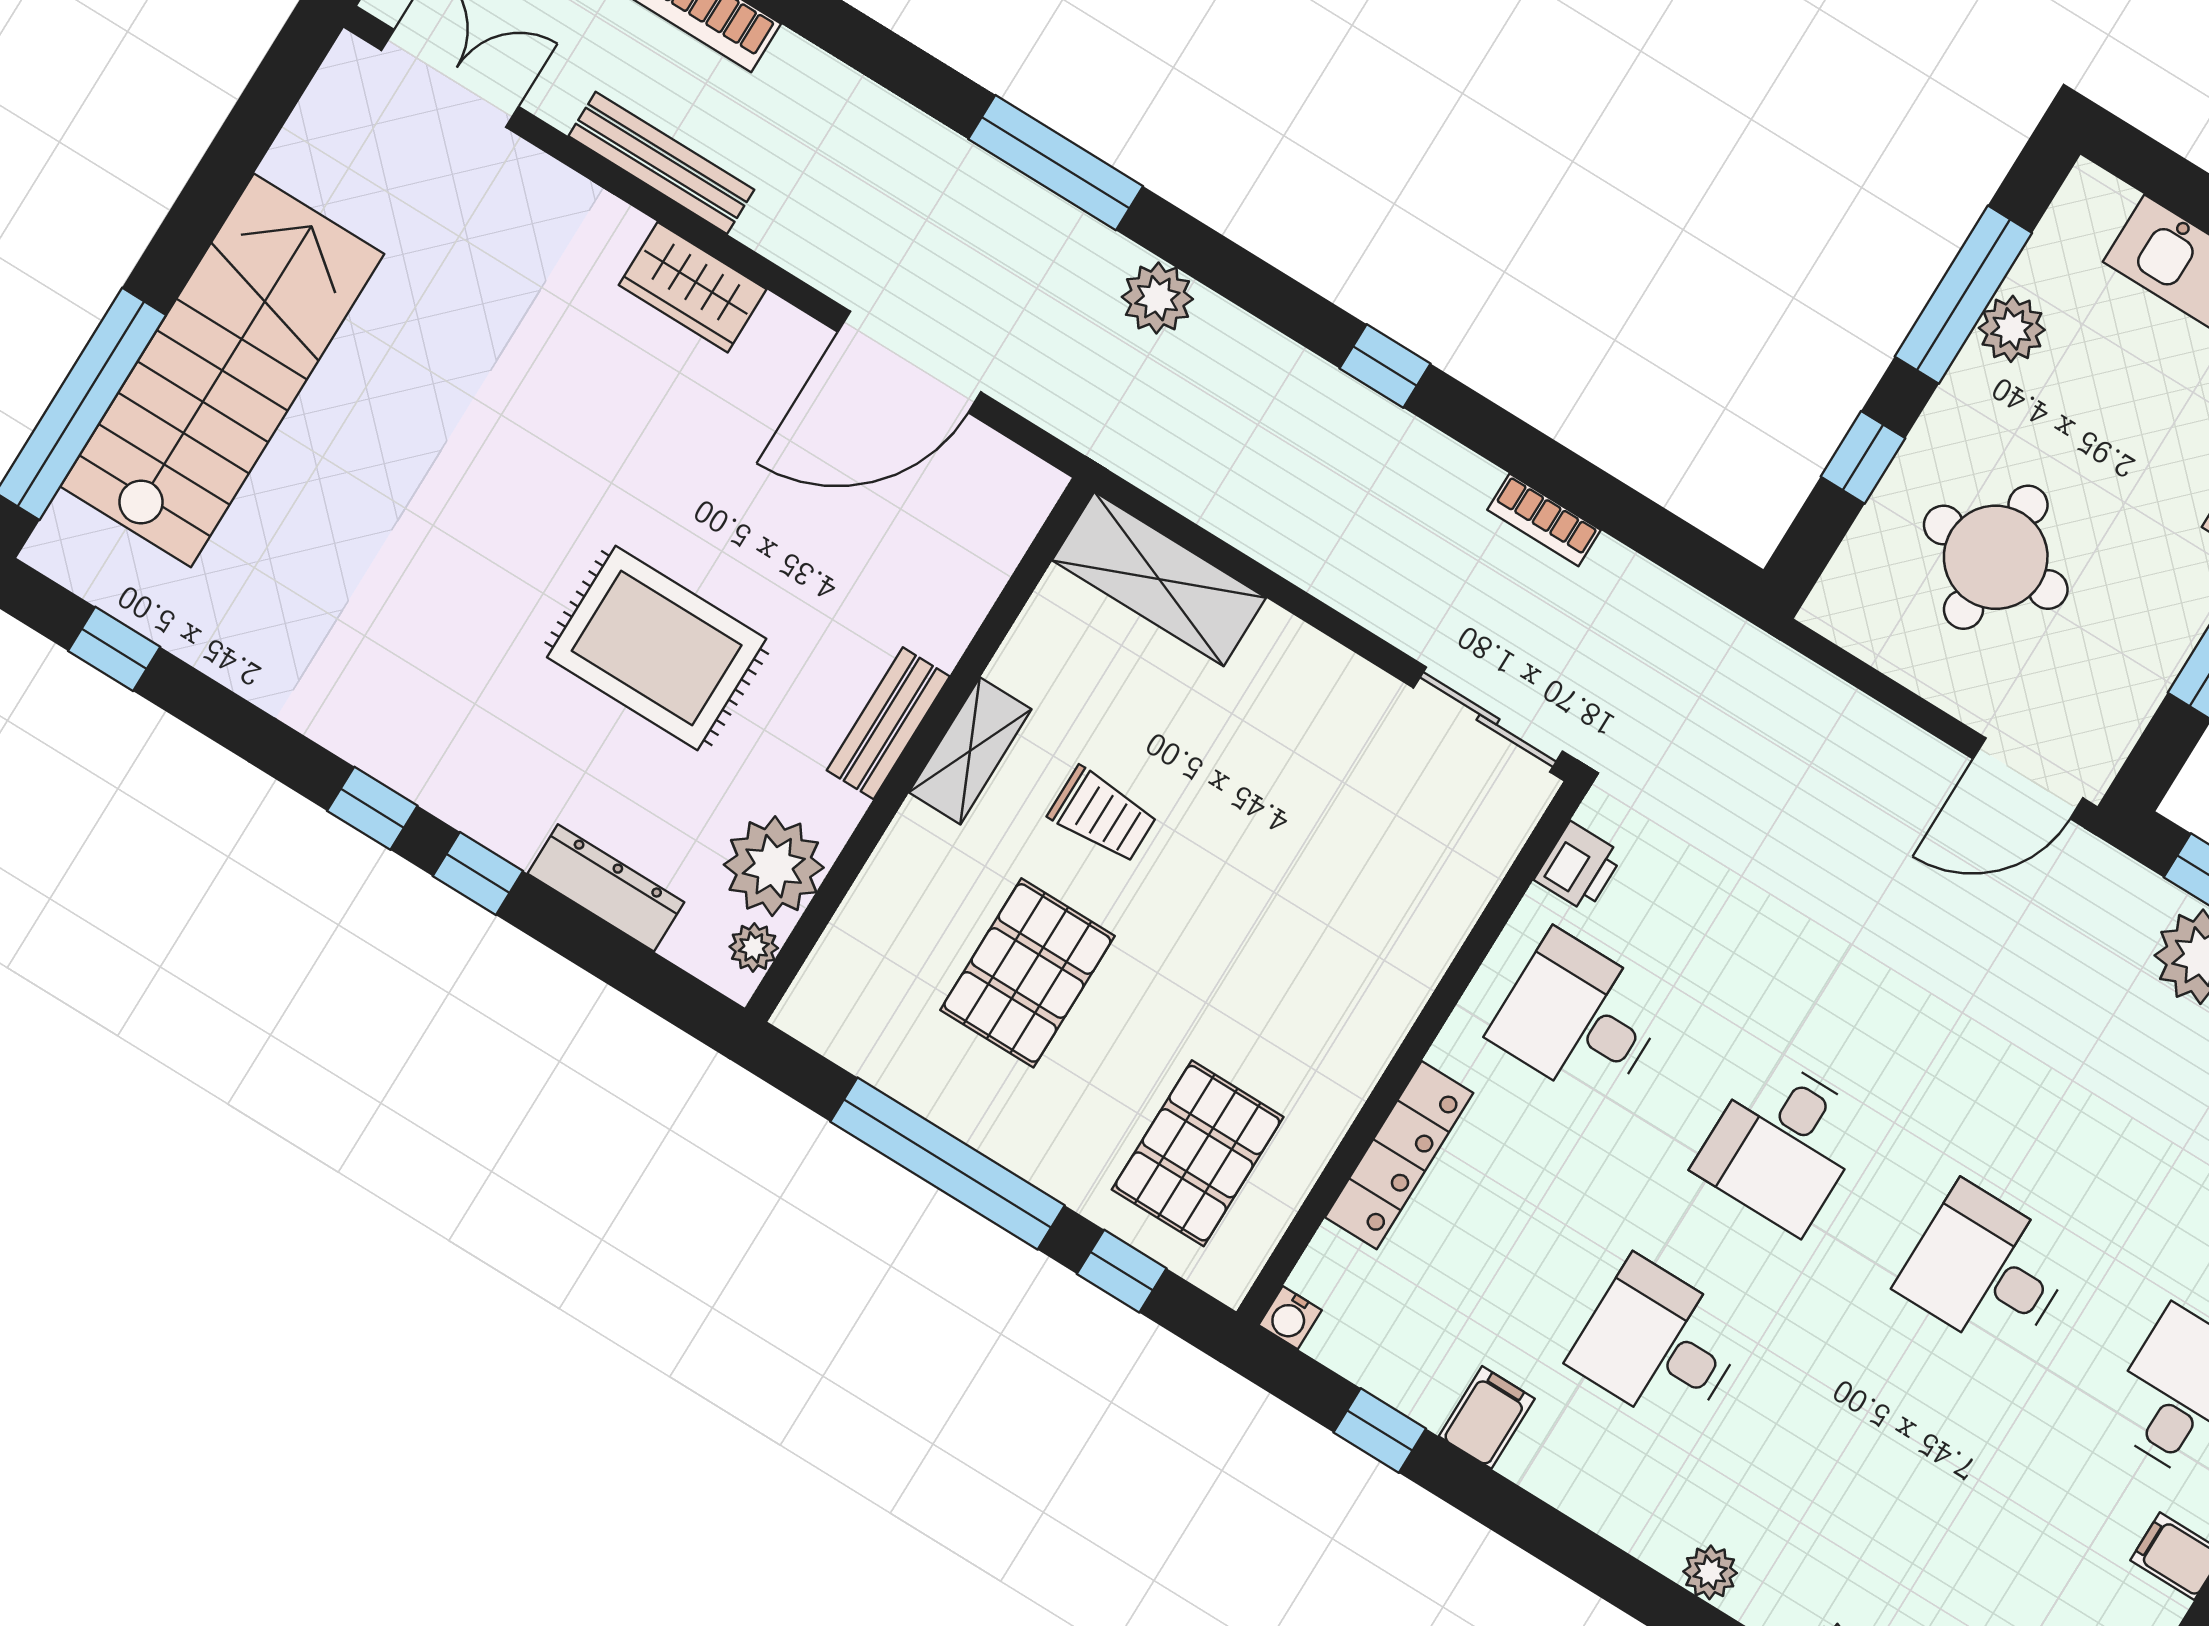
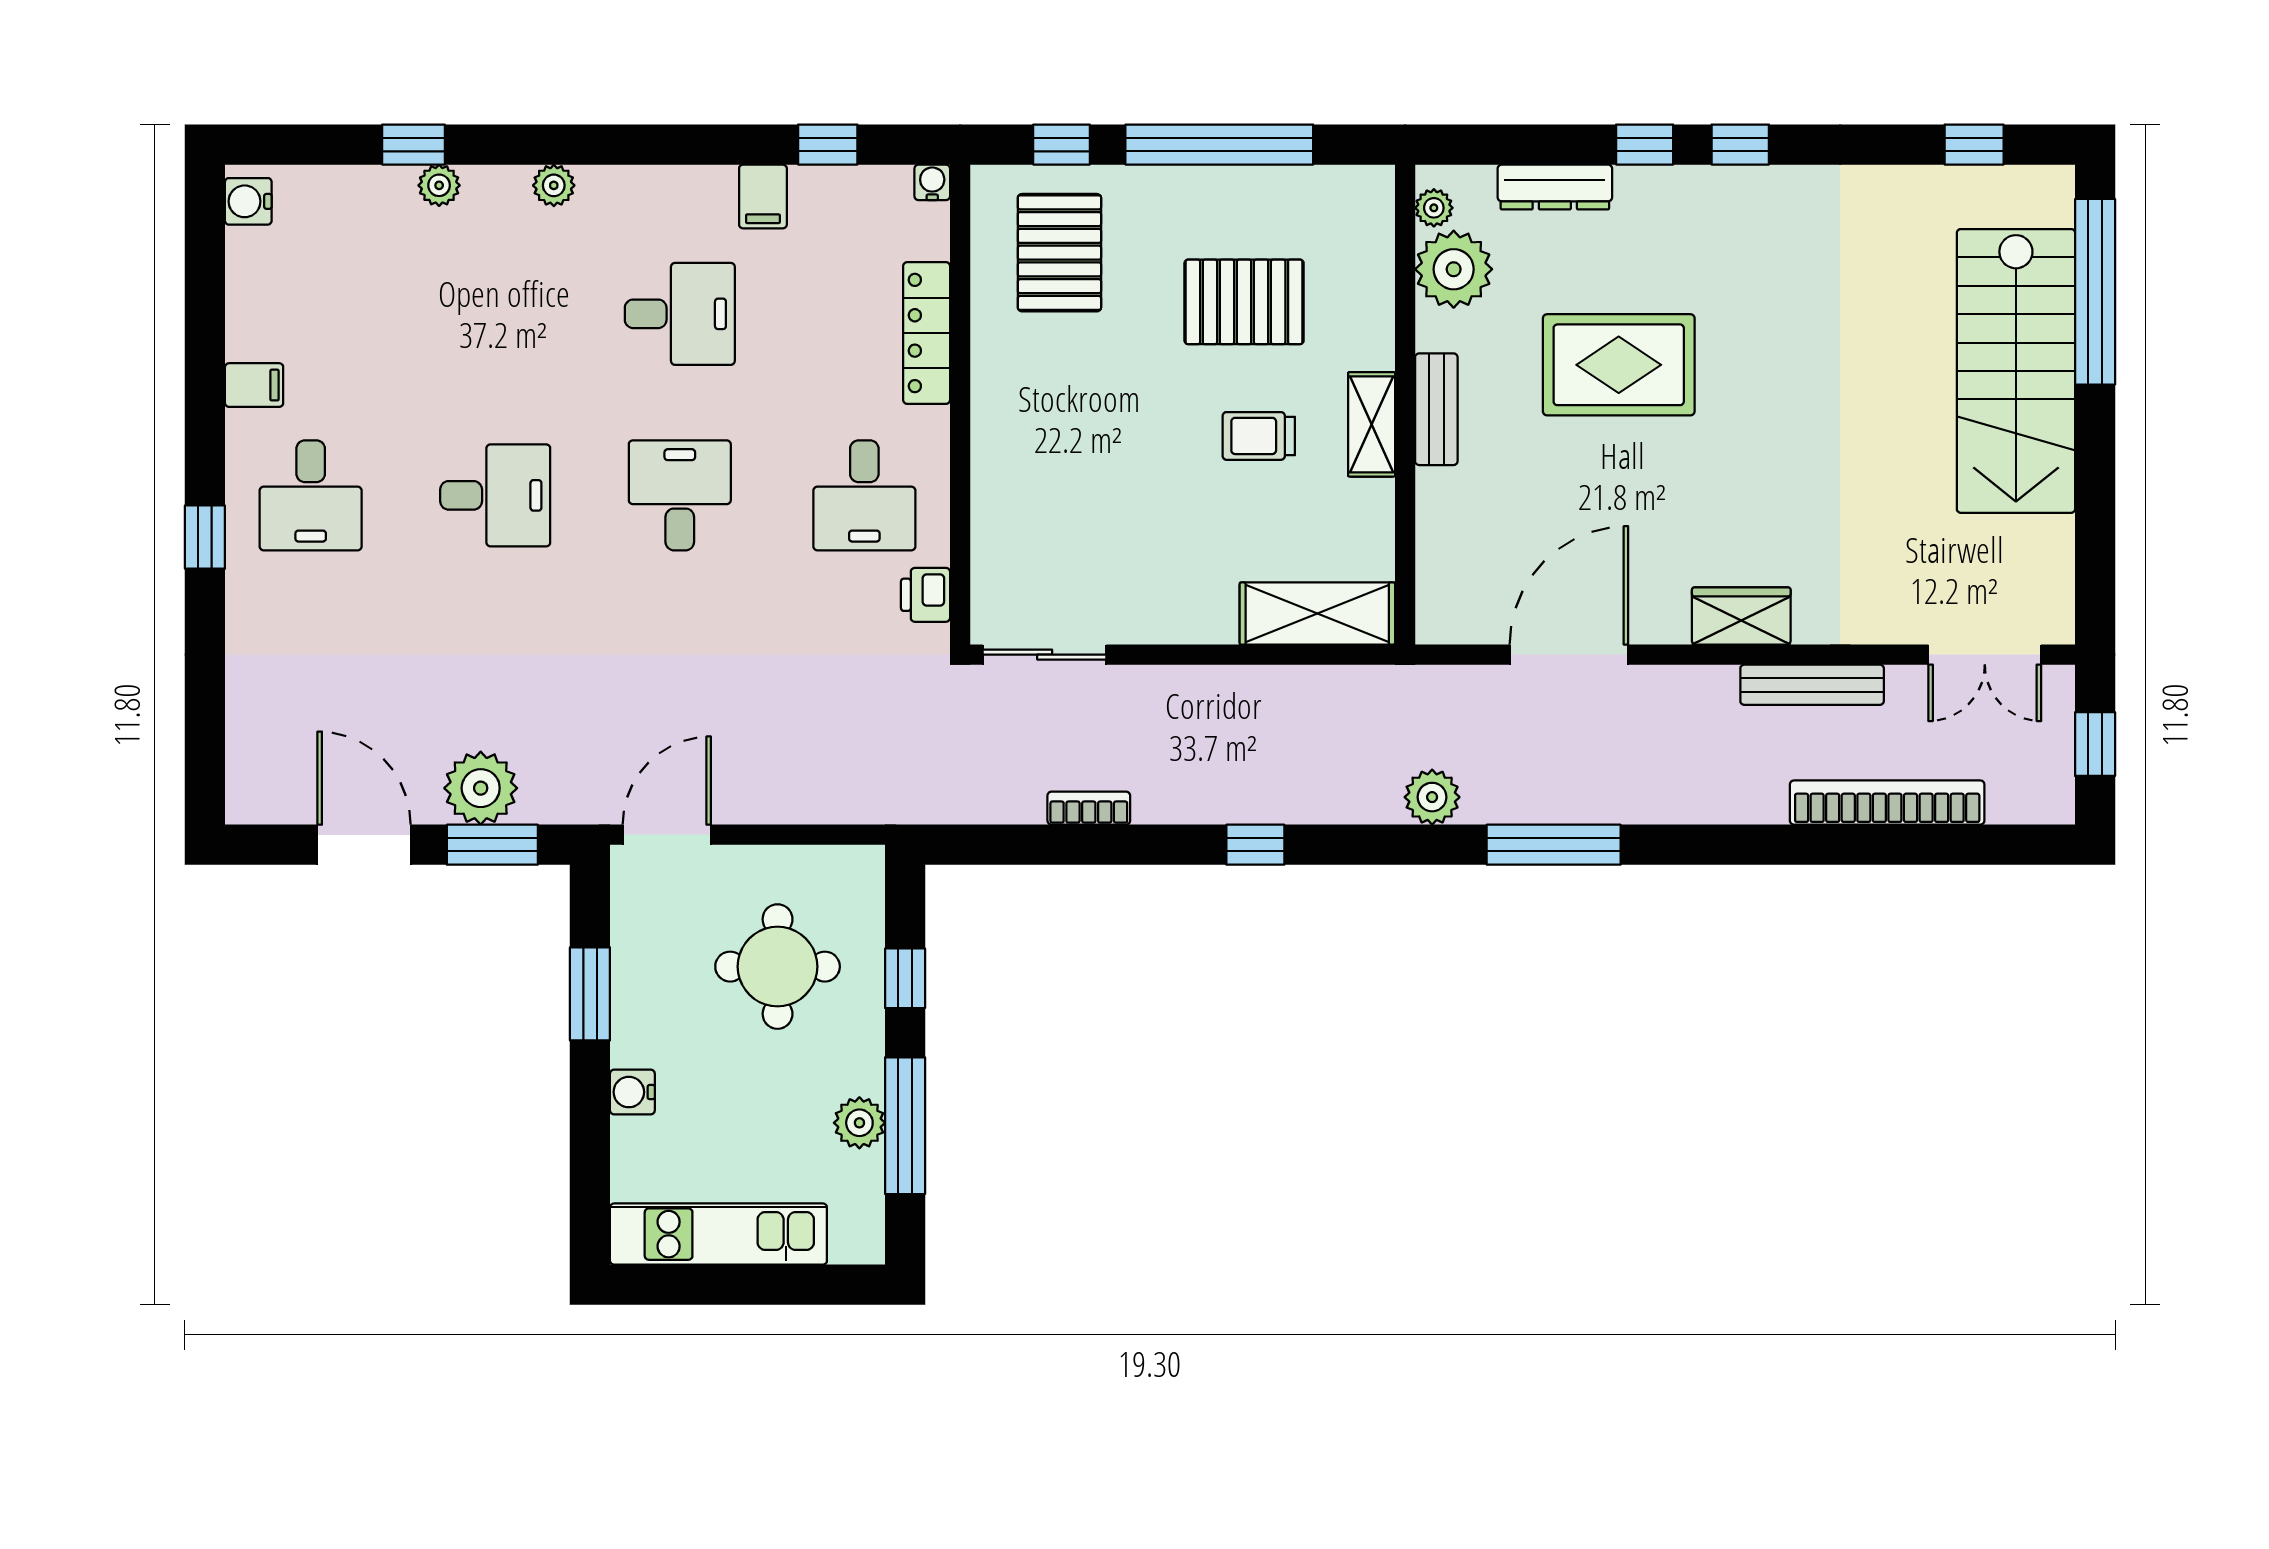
pallet: (1027, 973) -> (1244, 302), turned 90
desk: (1579, 1018) -> (864, 495), turned 90

